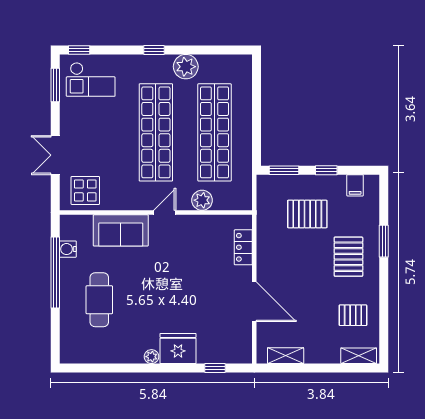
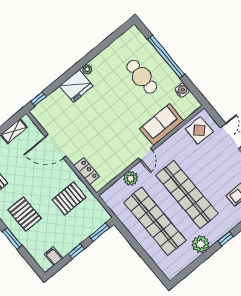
pallet: (307, 214) -> (69, 198), moved
window: (55, 272) -> (166, 57), moved
window: (215, 368) -> (38, 99), moved

